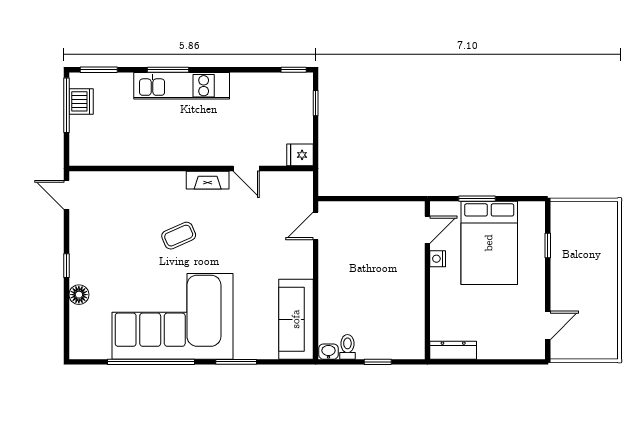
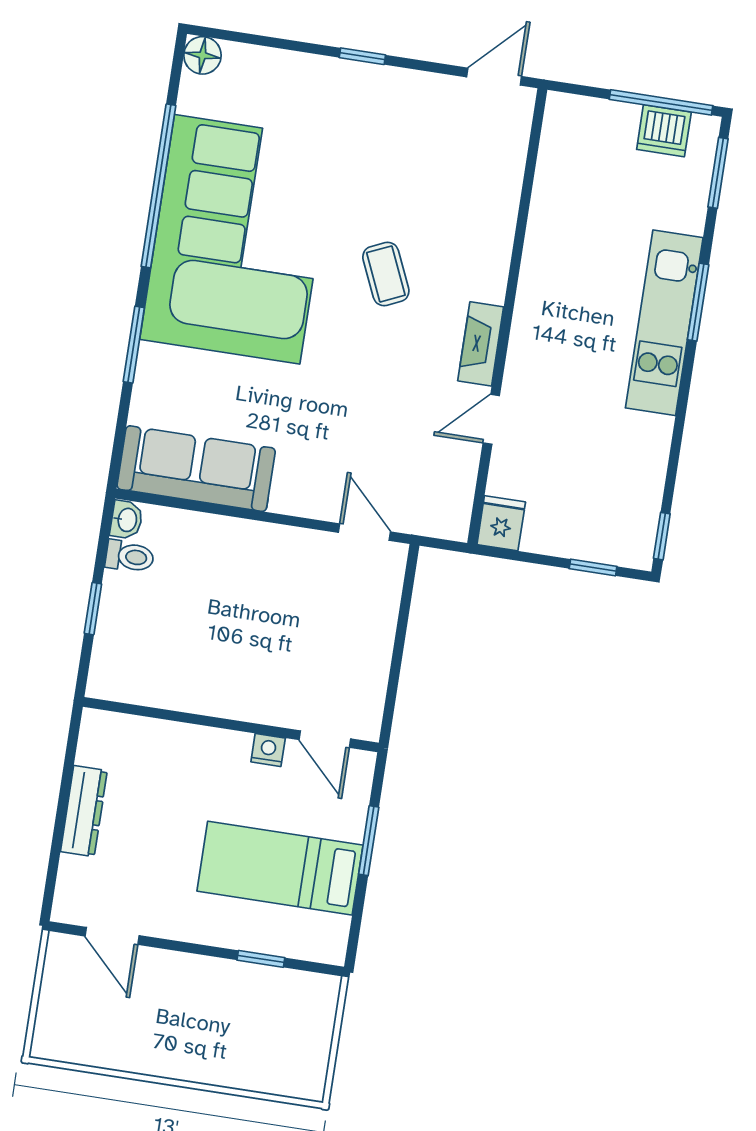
bed: (489, 243) -> (280, 868), width x0.67
floor lamp: (79, 295) -> (202, 55), moved
dresser: (453, 350) -> (84, 811), moved

